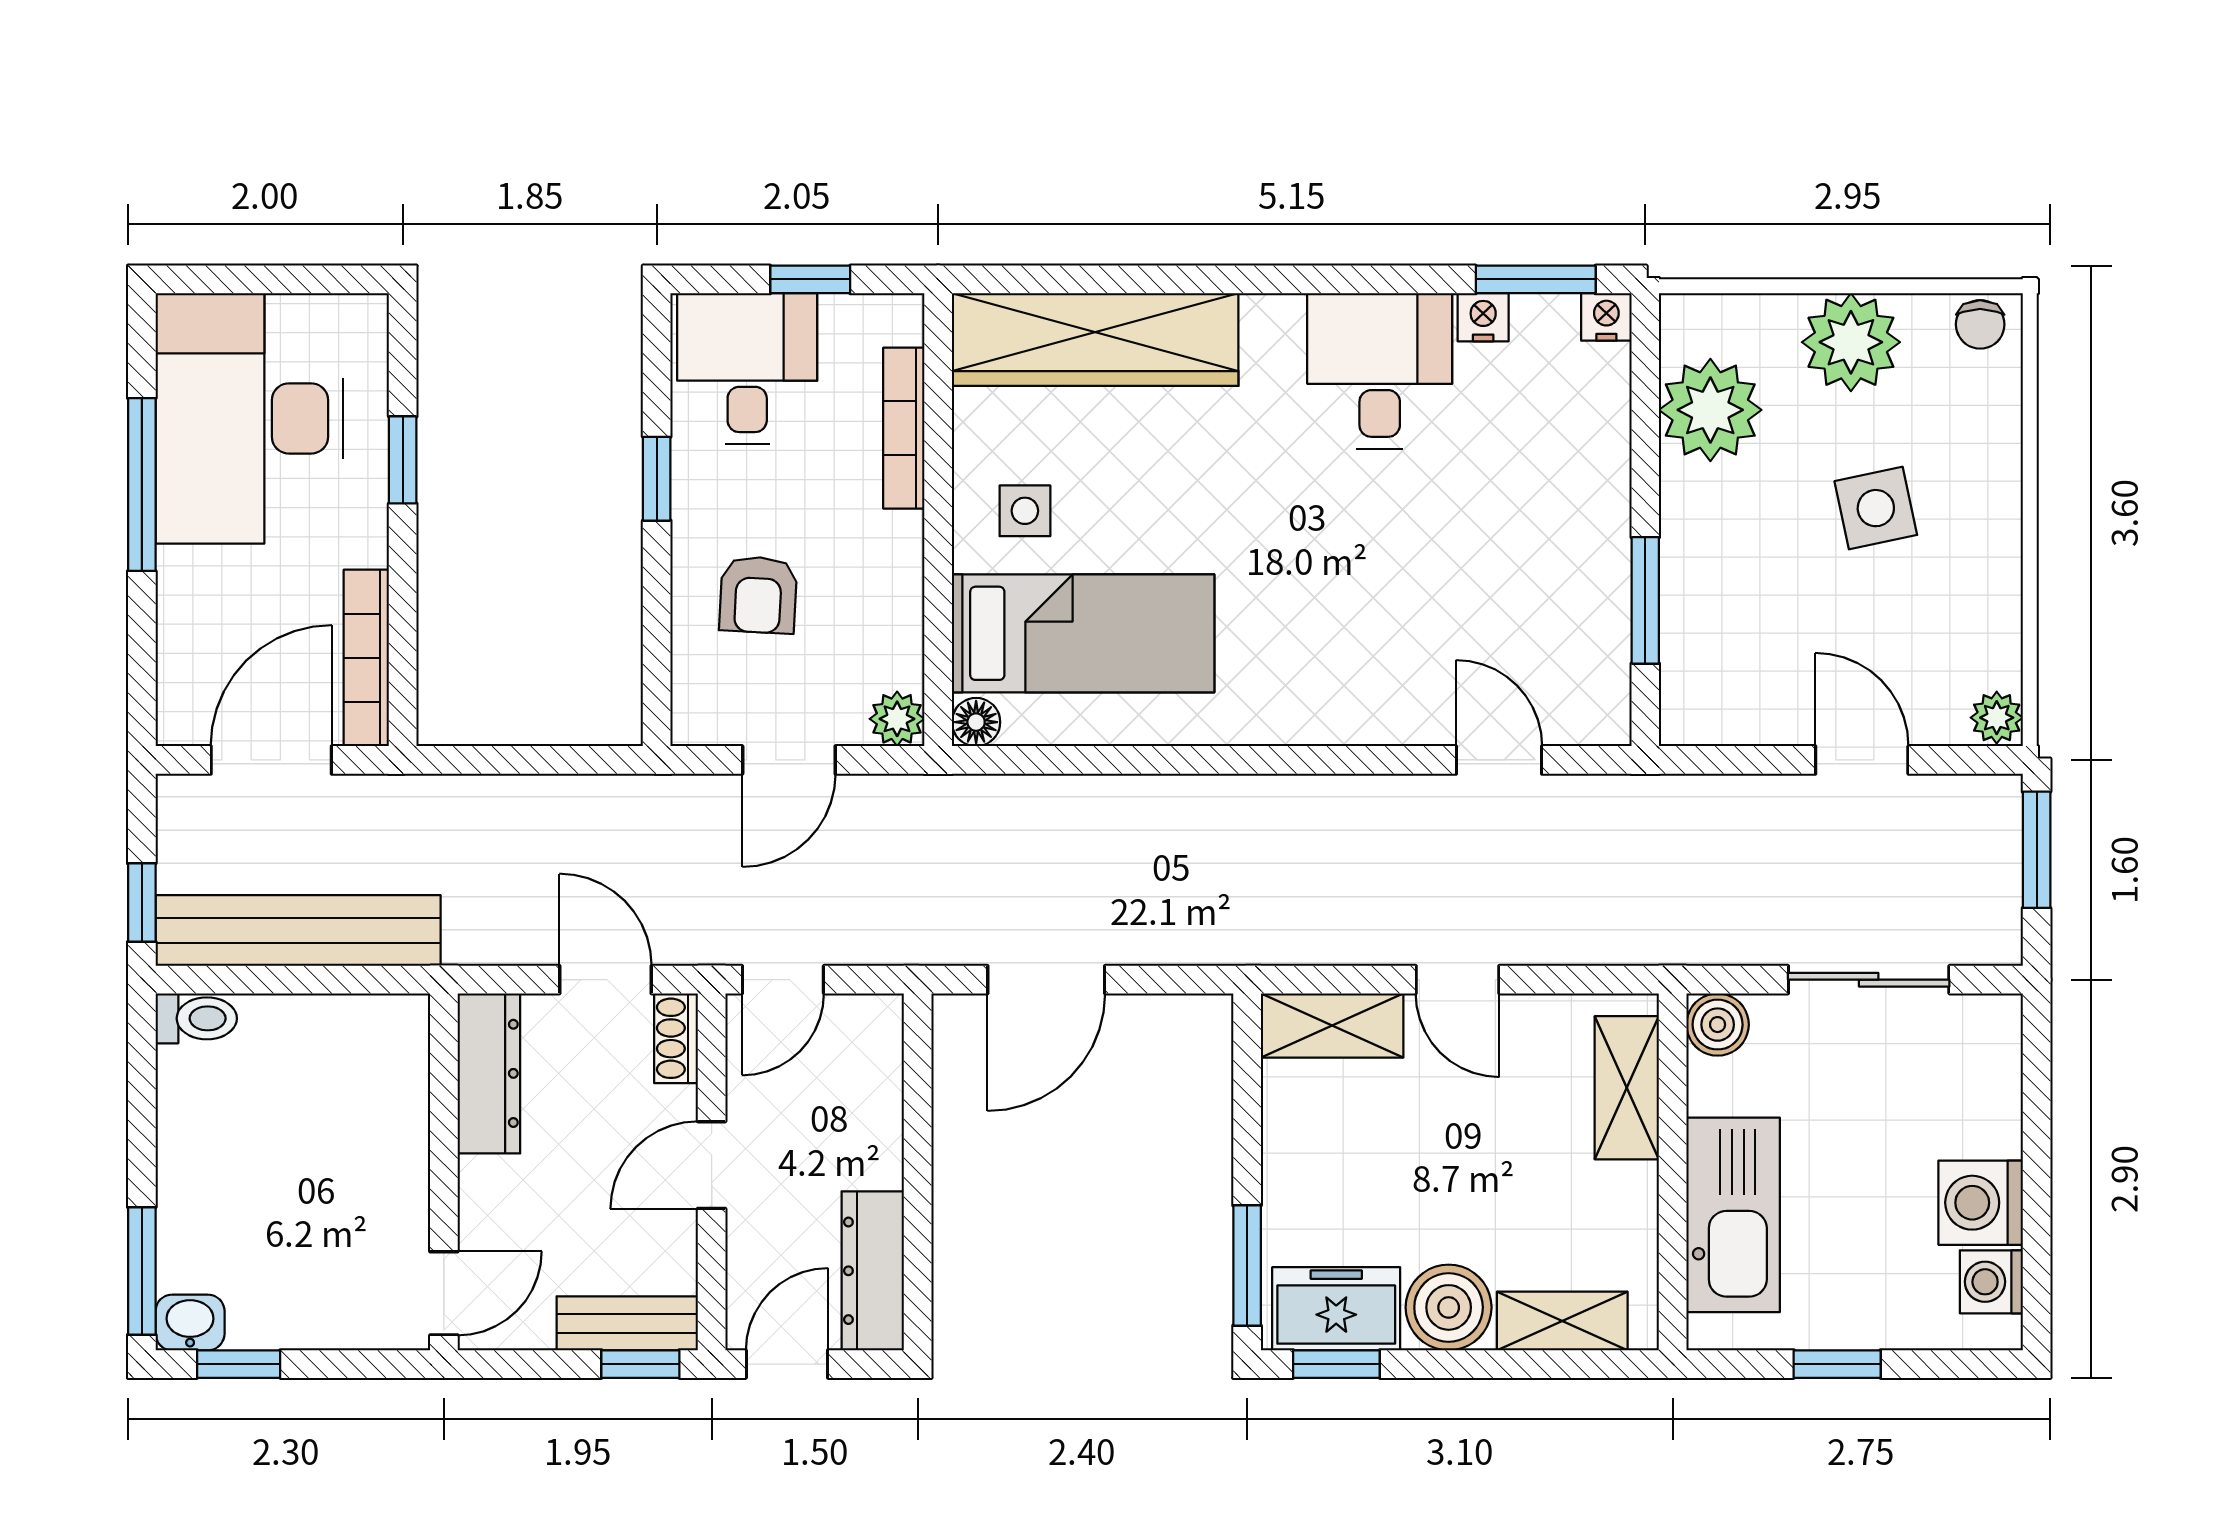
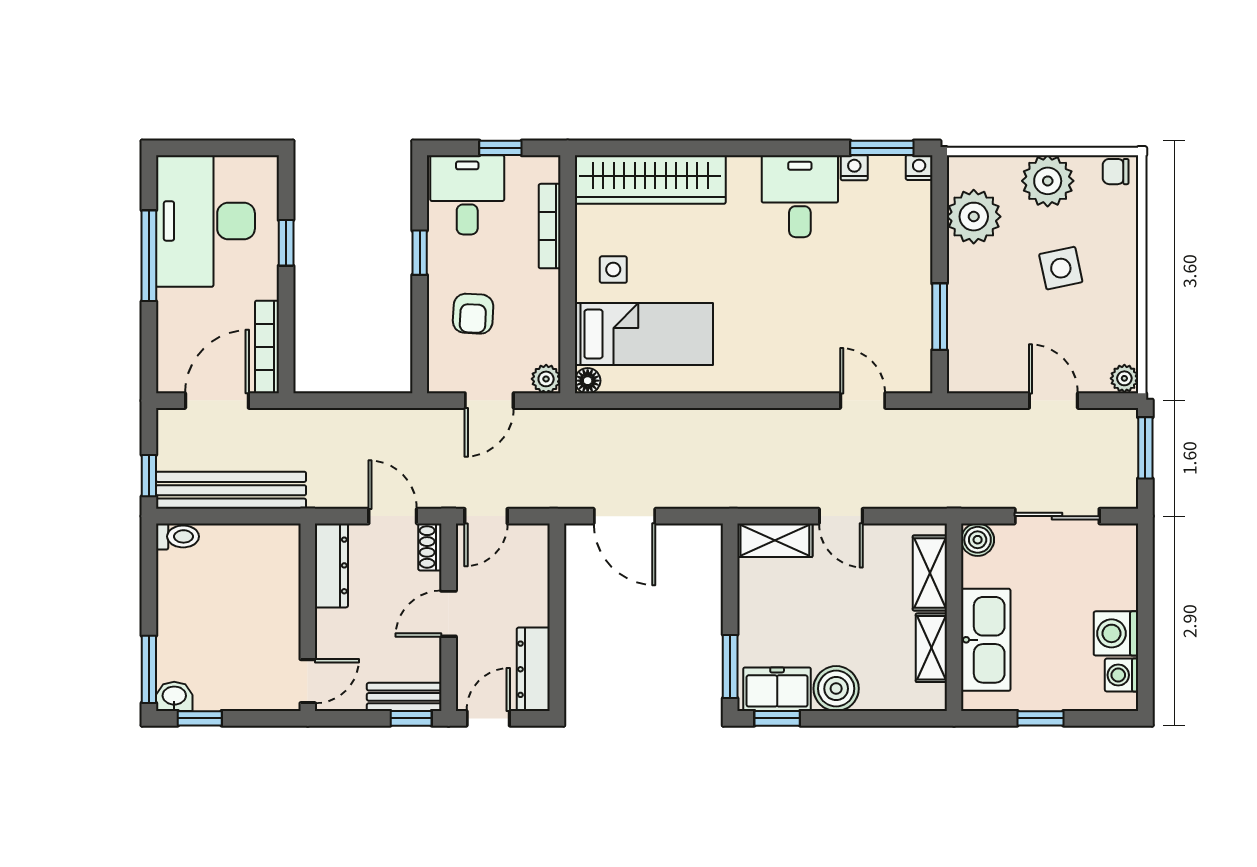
chair: (1980, 324) -> (1116, 172), turned 90
door: (1046, 980) -> (625, 516), hinge flipped
shelving: (1562, 1321) -> (931, 648), moved, turned 90

